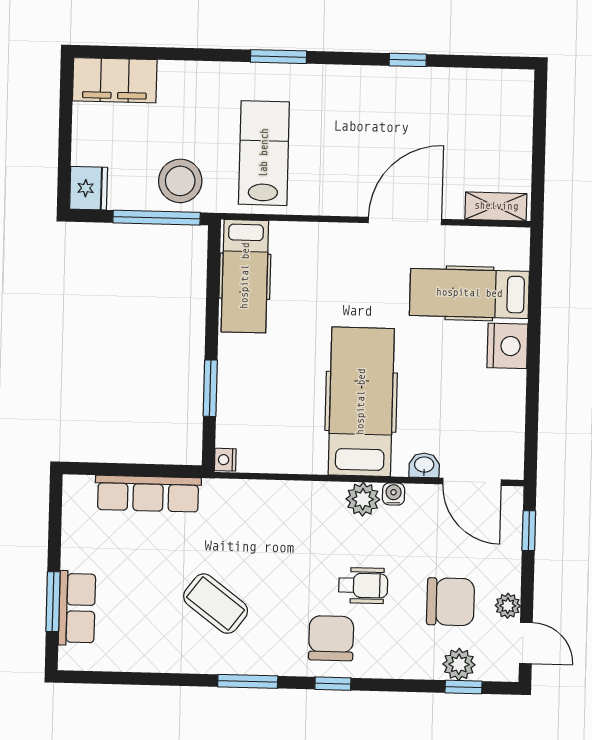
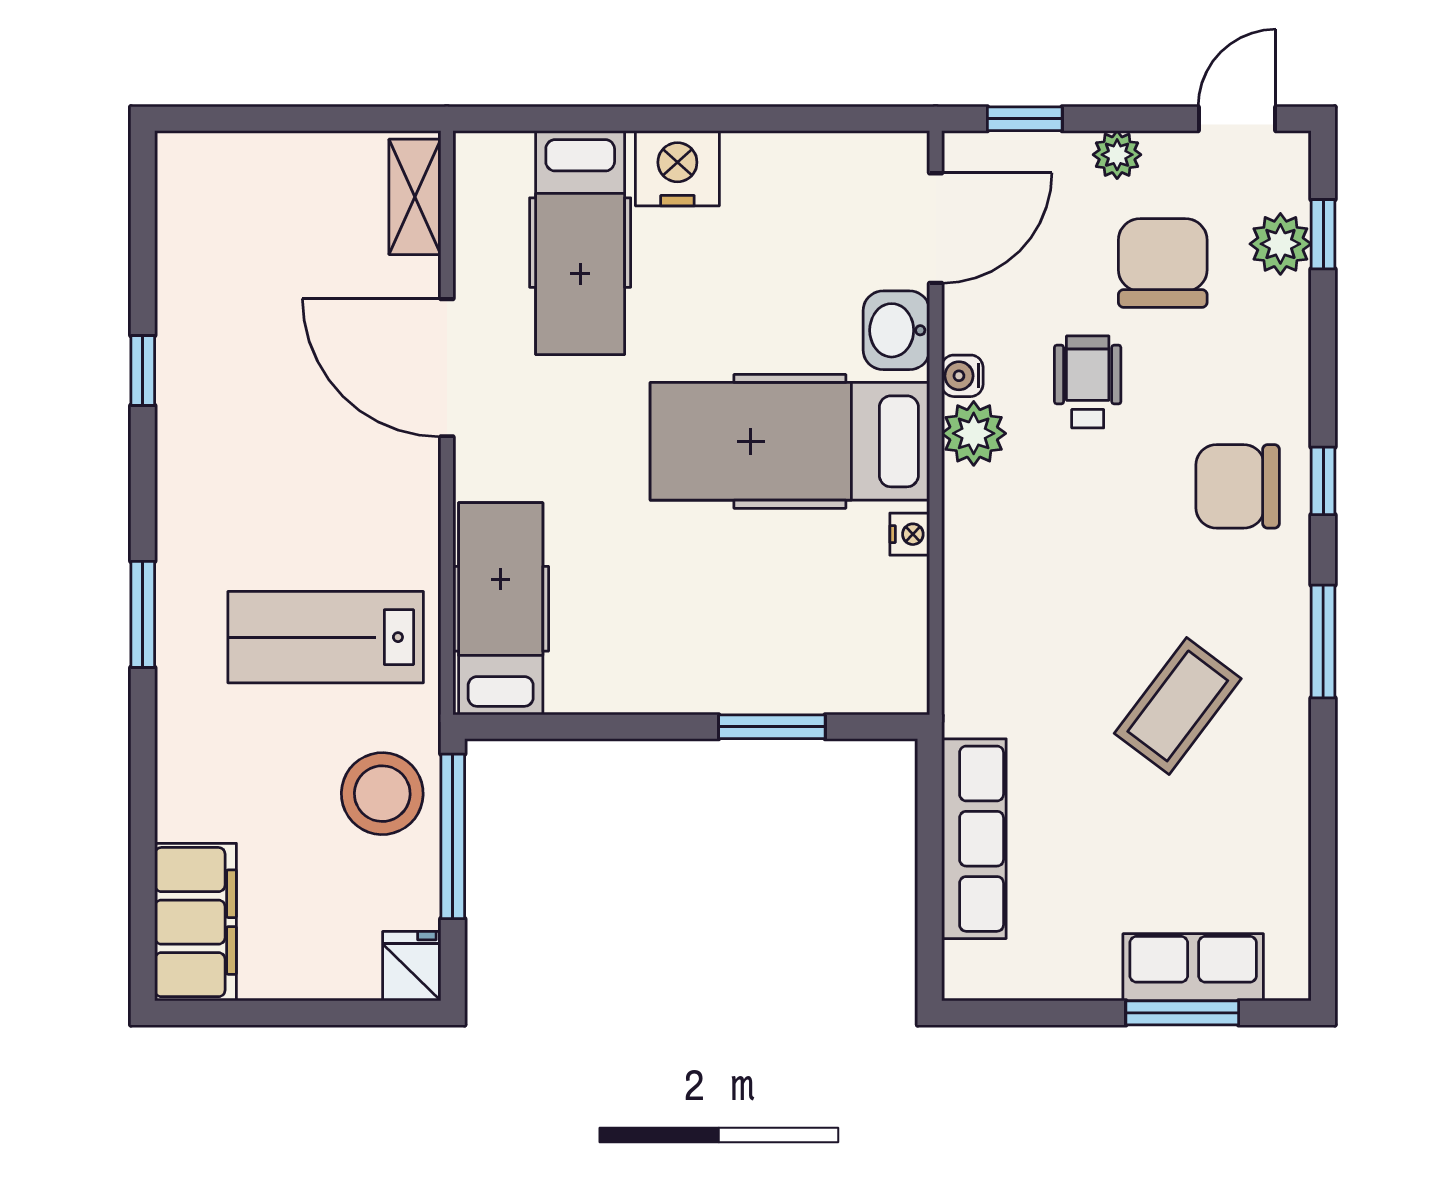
fridge: (89, 188) -> (412, 966), width x0.72
hospital bed: (245, 276) -> (501, 609), moved, turned -90
nightstand: (225, 460) -> (910, 534), moved, turned -90
washbasin: (424, 465) -> (896, 330), width x1.38, depth x1.45
wheelchair: (363, 585) -> (1088, 382), moved
plant: (508, 606) -> (1117, 155), moved

